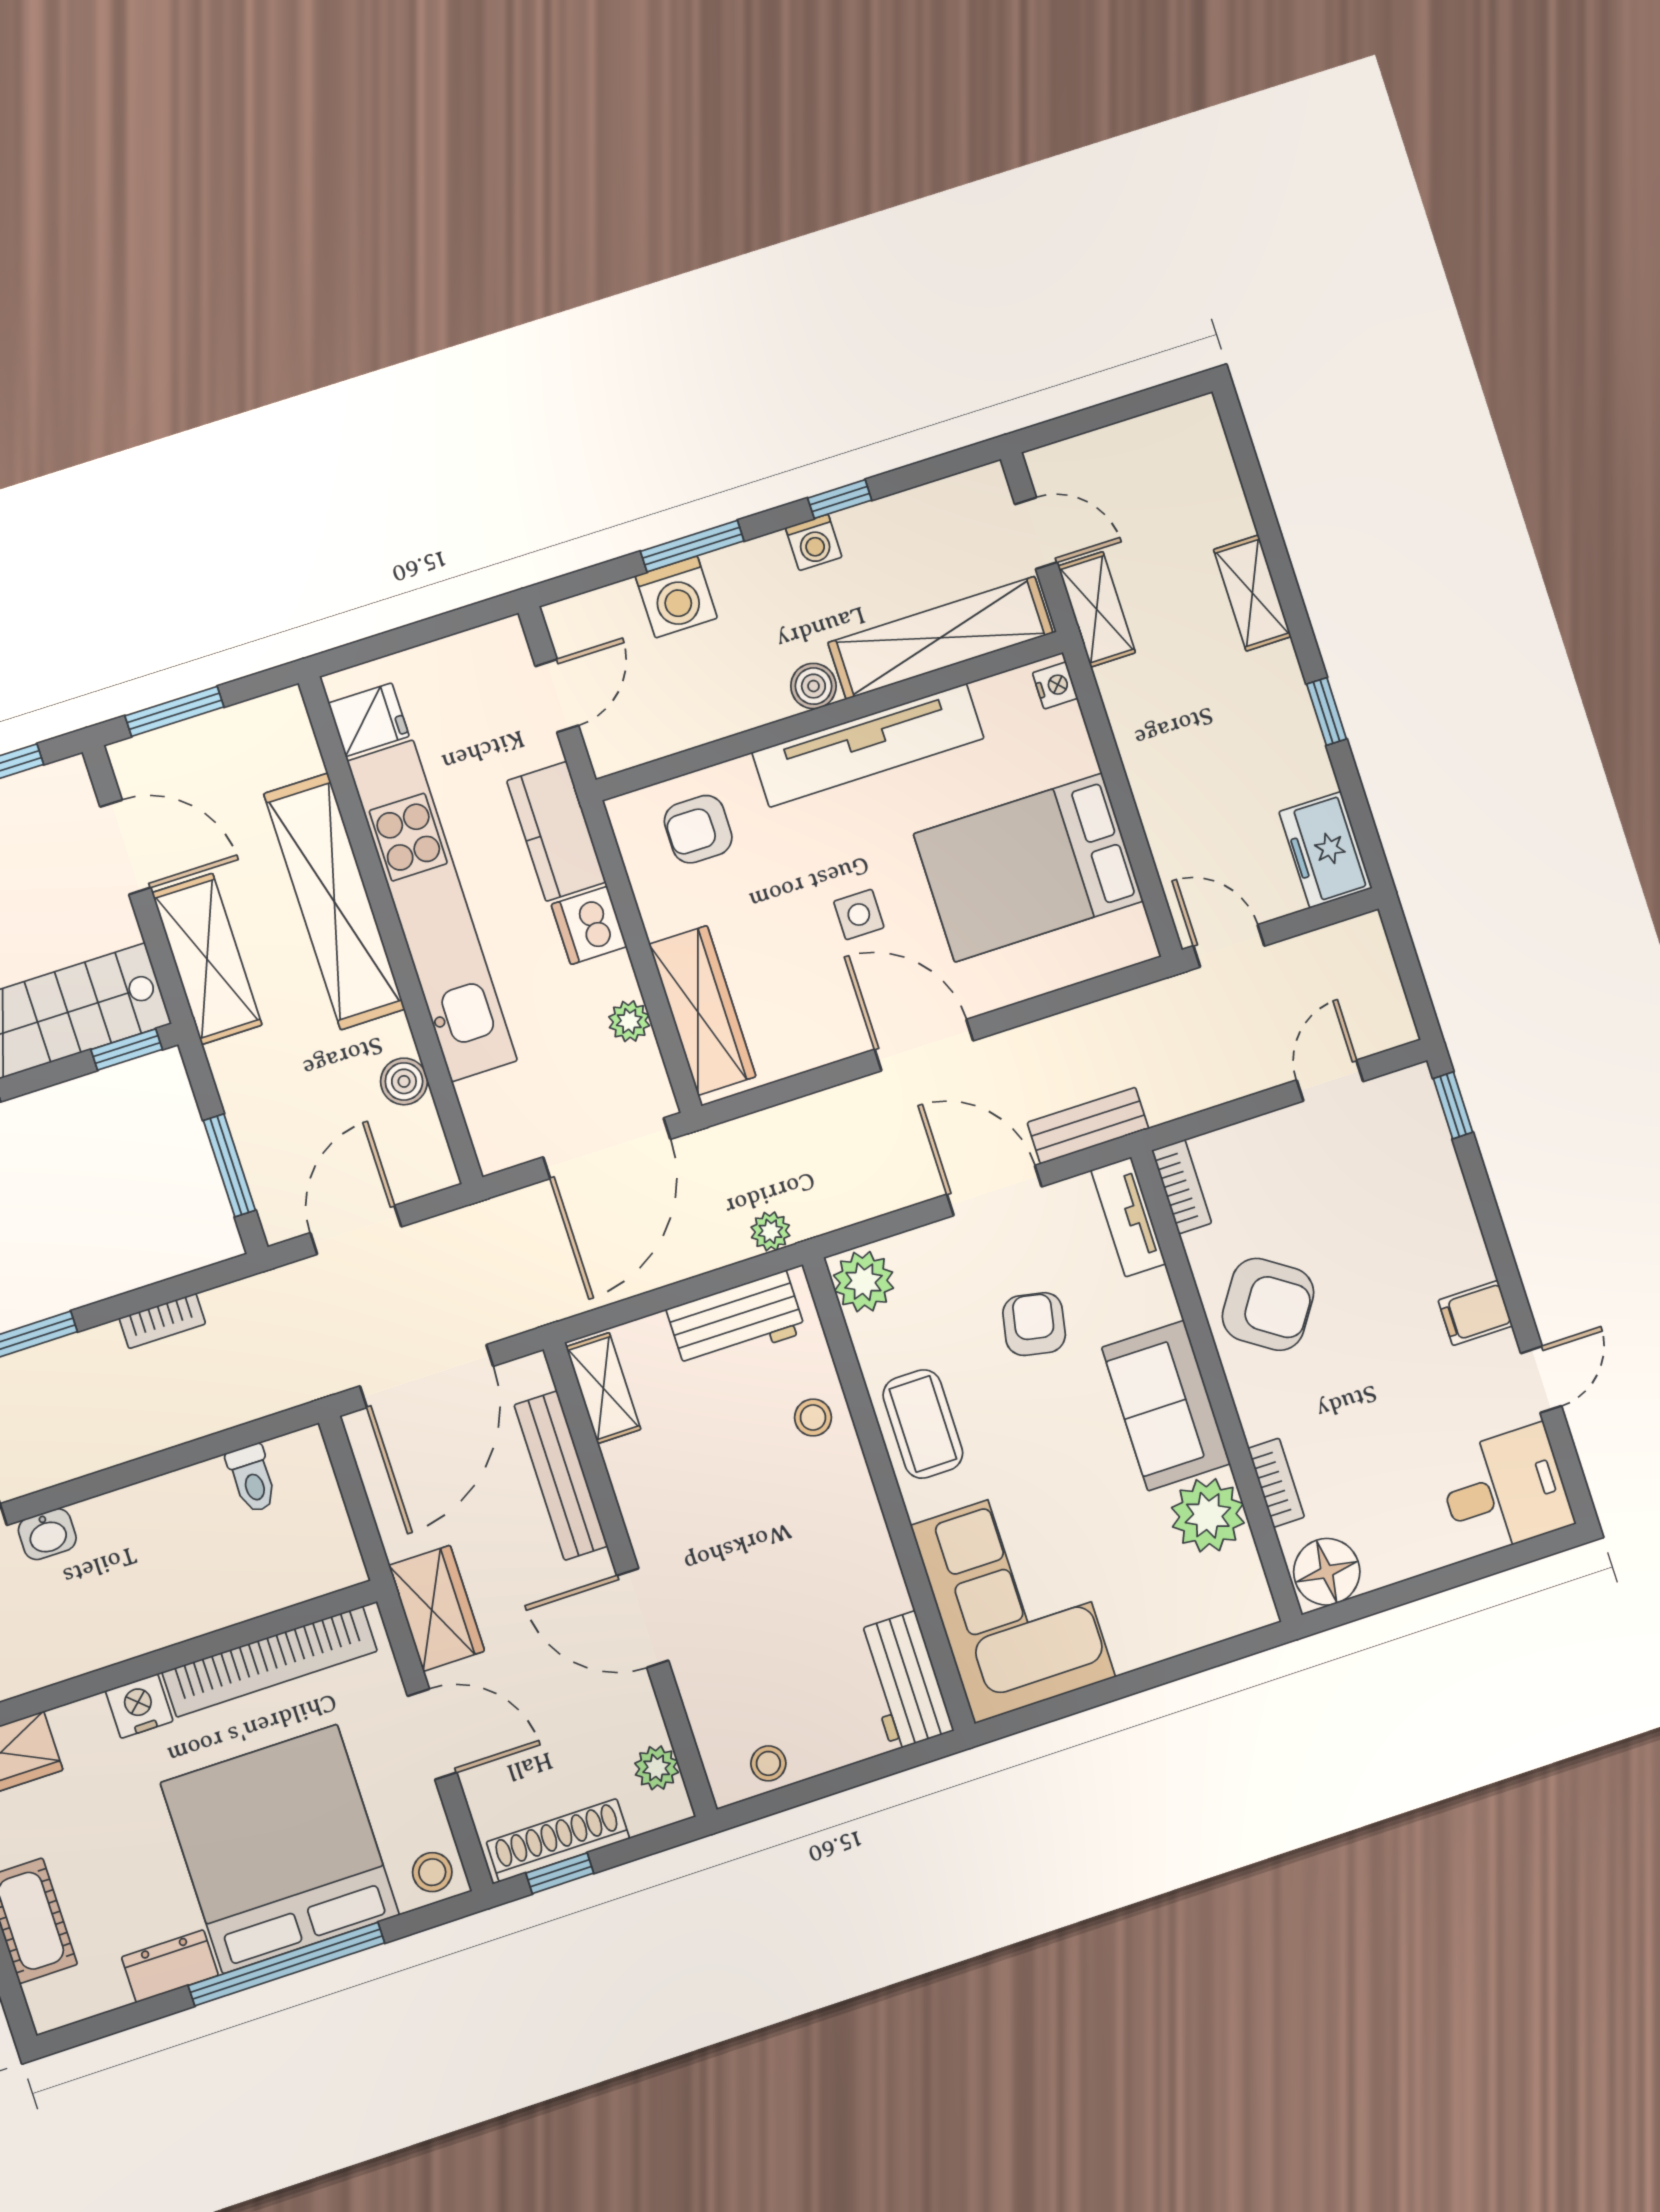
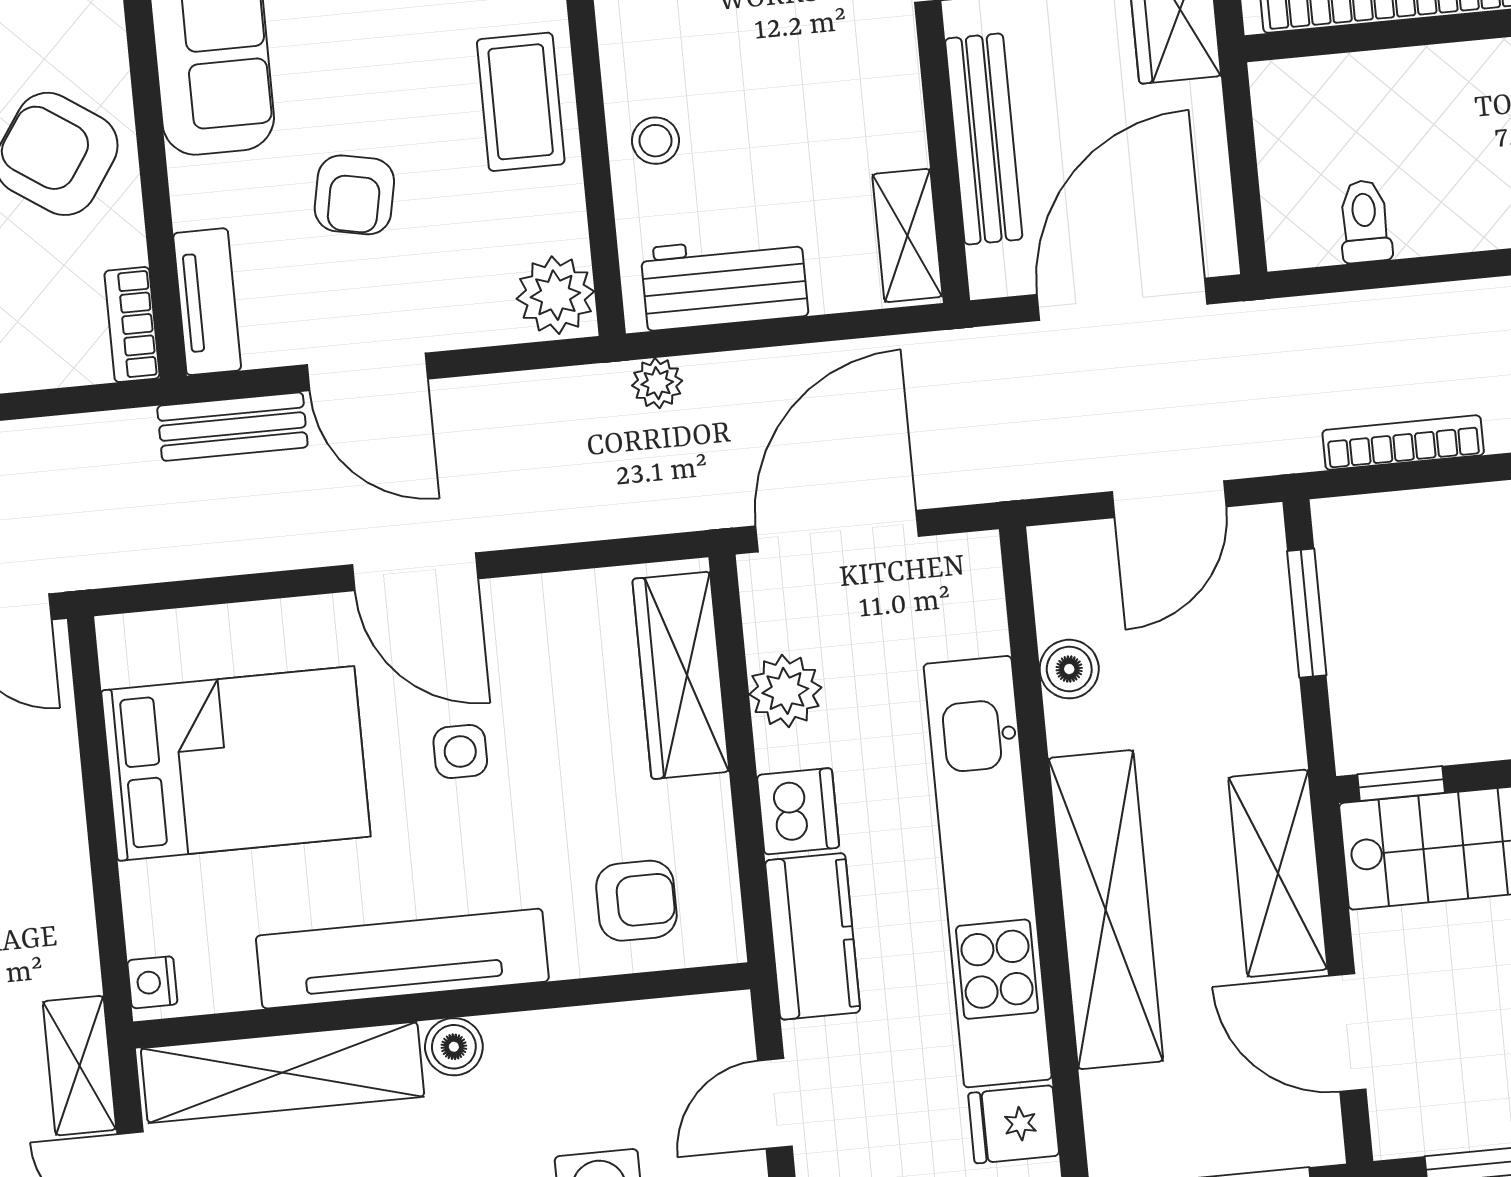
plant: (629, 1021) -> (785, 691), width x1.38, depth x1.38
bookcase: (162, 1321) -> (1403, 443), width x1.56

